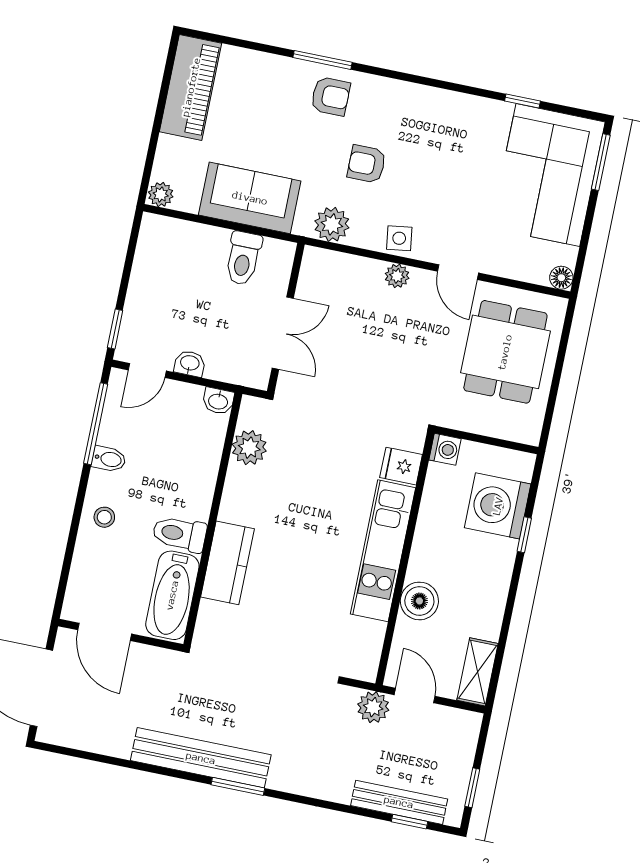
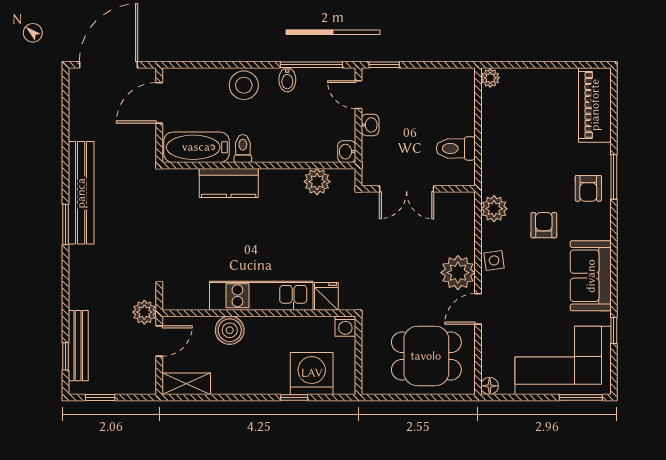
piano: (191, 87) -> (595, 105), moved, turned 90
sofa: (250, 198) -> (591, 276), moved, turned 180
plant: (397, 276) -> (458, 273), width x1.87, depth x1.87
stool: (104, 517) -> (244, 85), width x1.89, depth x1.89
toilet: (179, 534) -> (243, 149), width x0.73, depth x0.72

